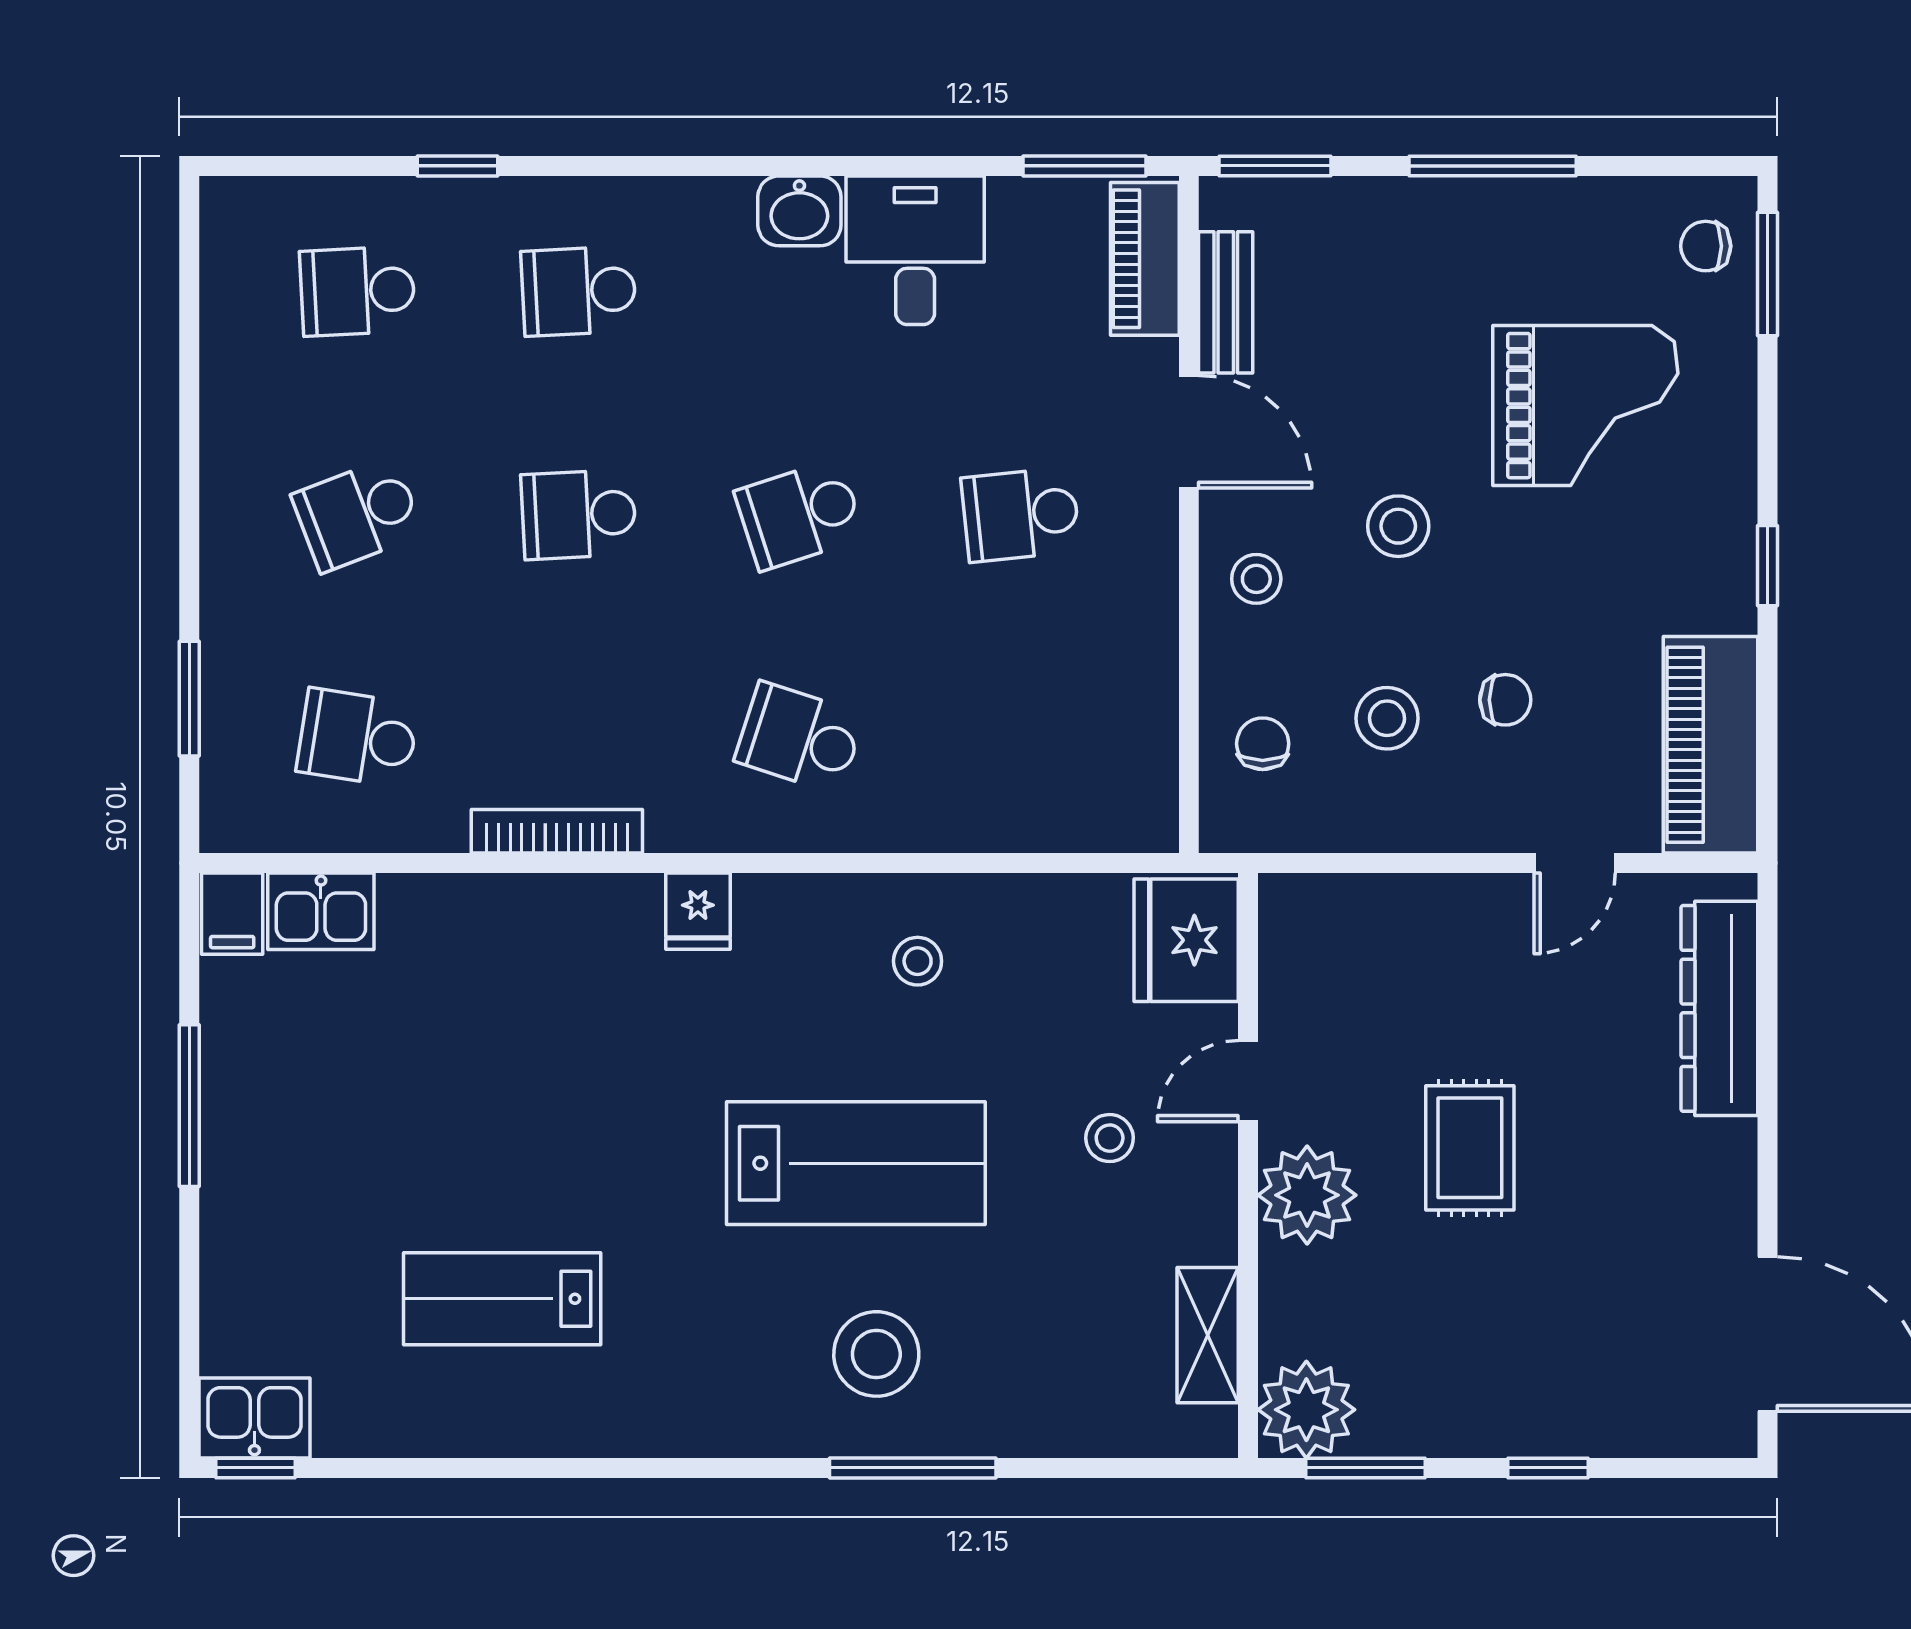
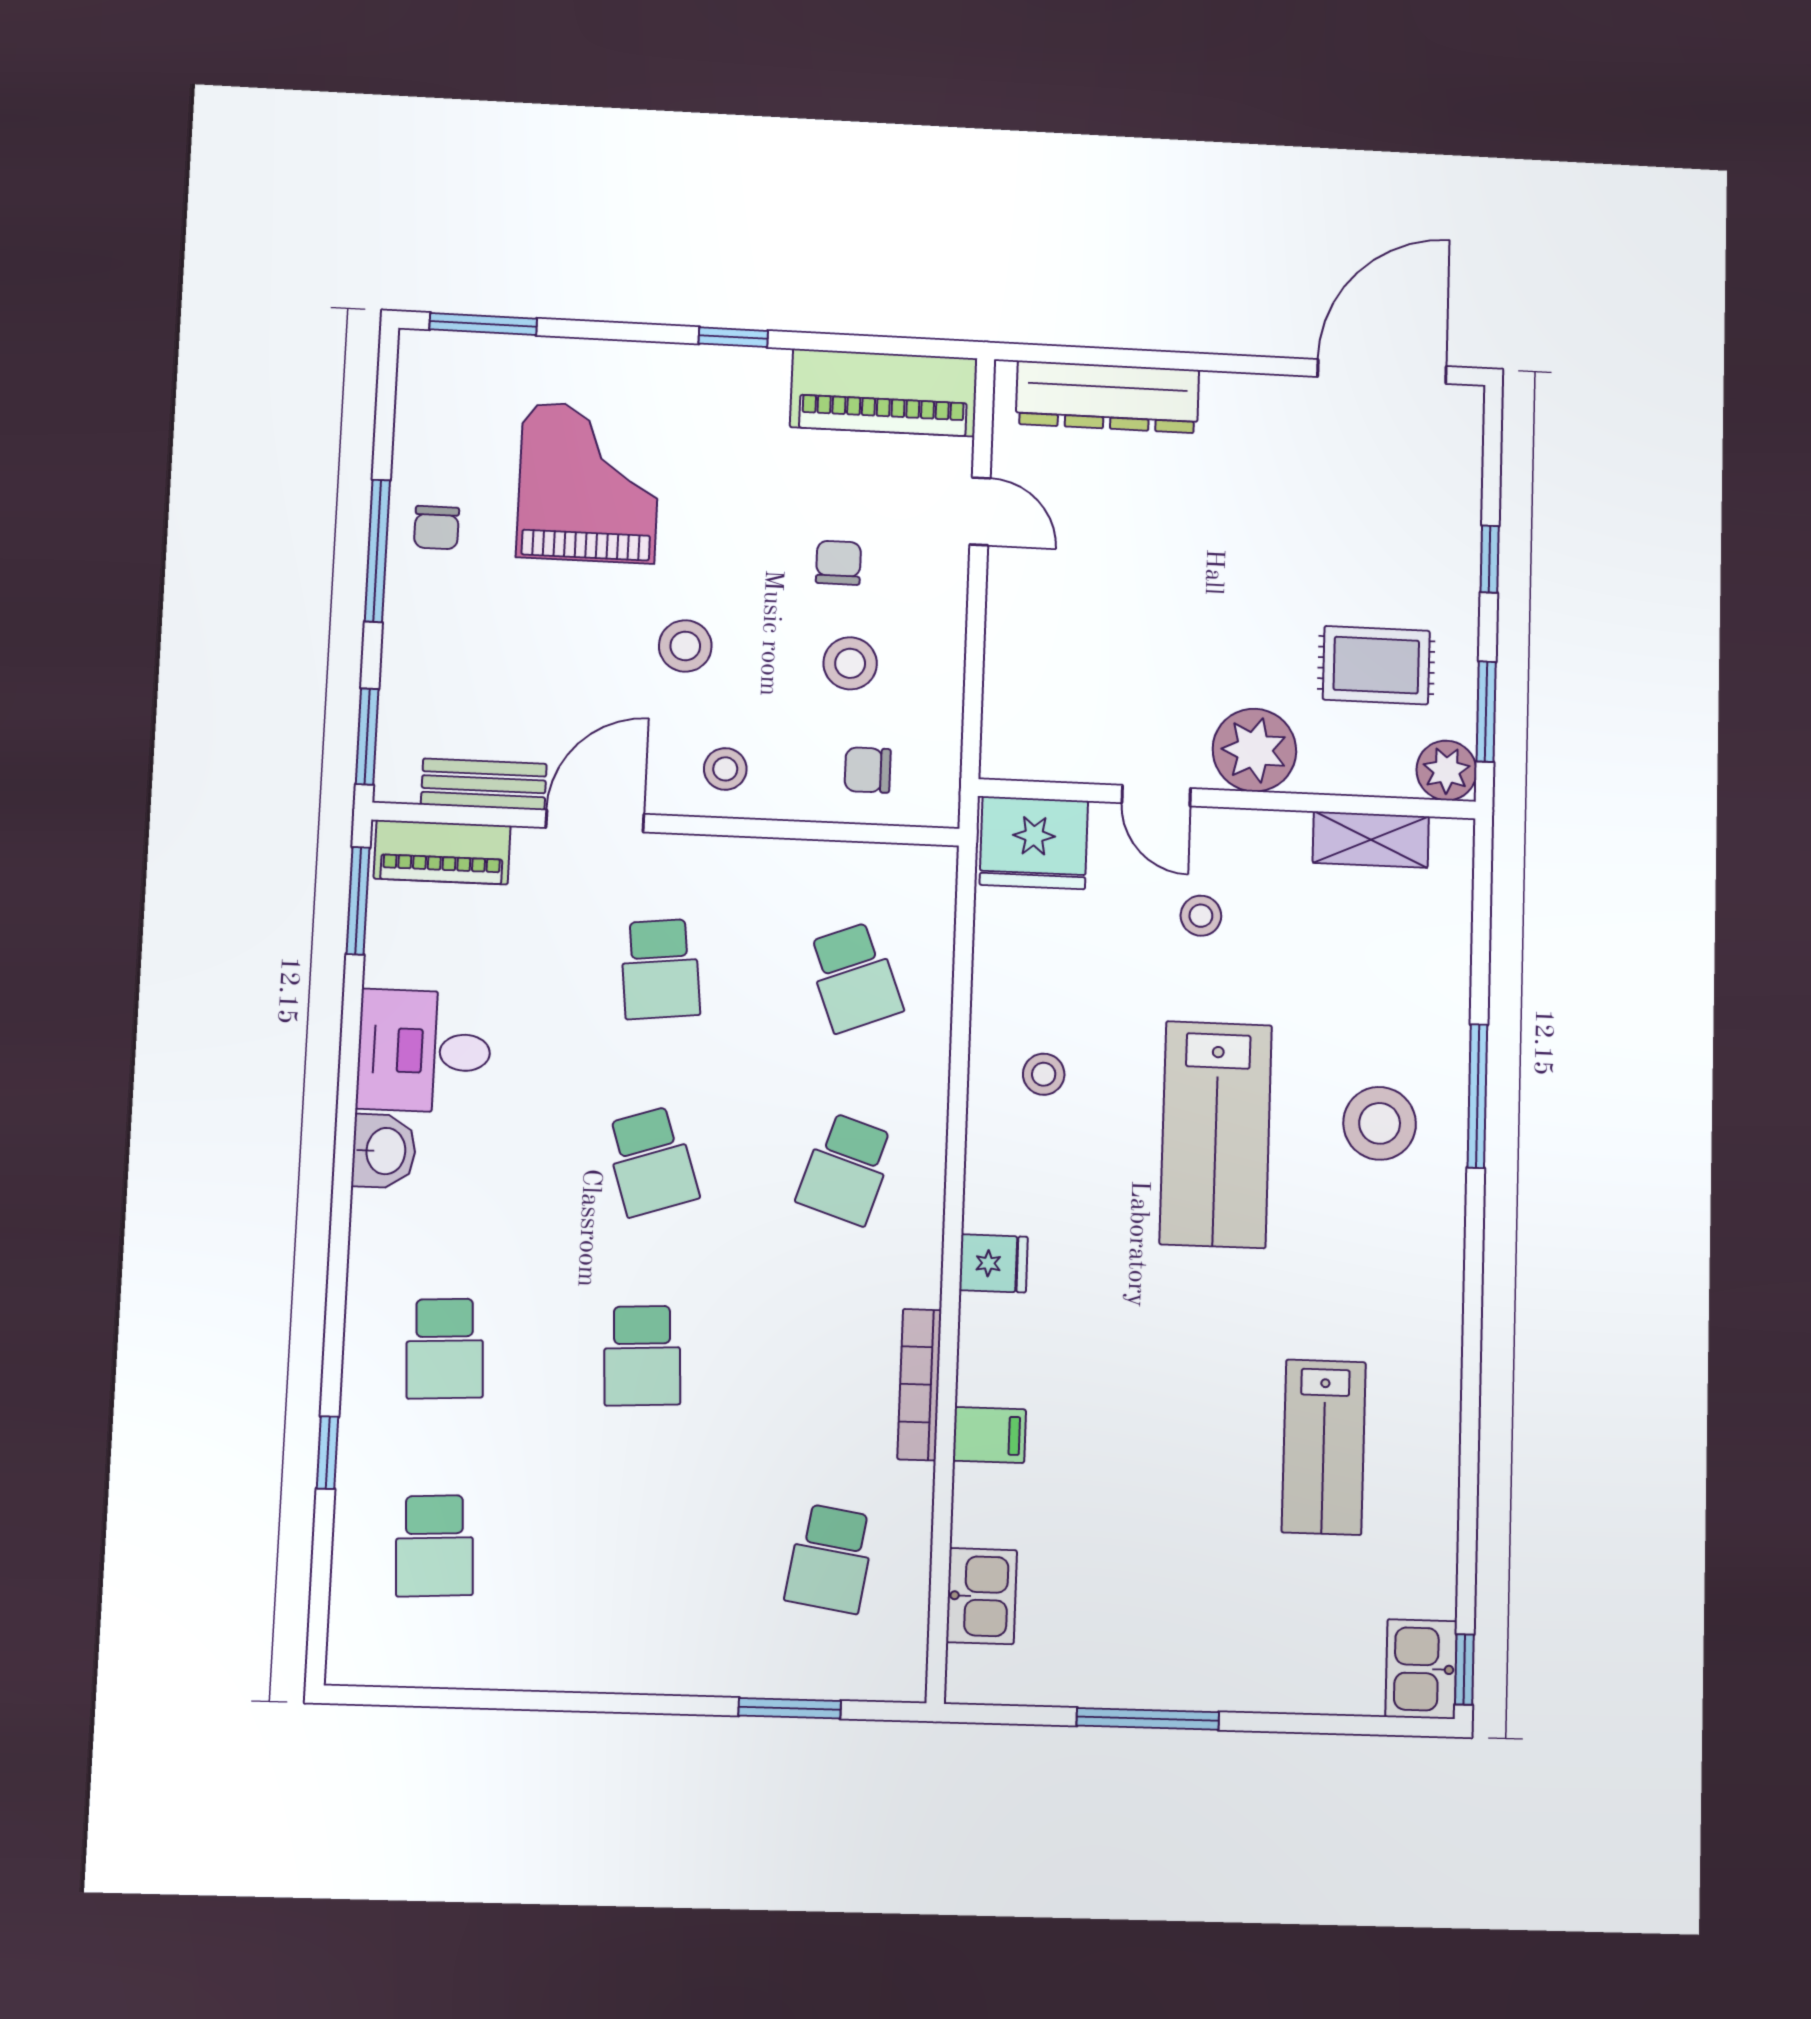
chair: (1706, 246) -> (437, 528), moved
school desk: (358, 514) -> (854, 977), moved
filing cabinet: (232, 914) -> (989, 1435), moved
rug: (1470, 1148) -> (1376, 665), moved
lab bench: (856, 1163) -> (1216, 1135), turned 180
plant: (1306, 1410) -> (1447, 770), width x0.73, depth x0.73

